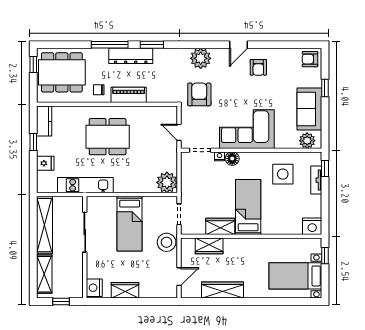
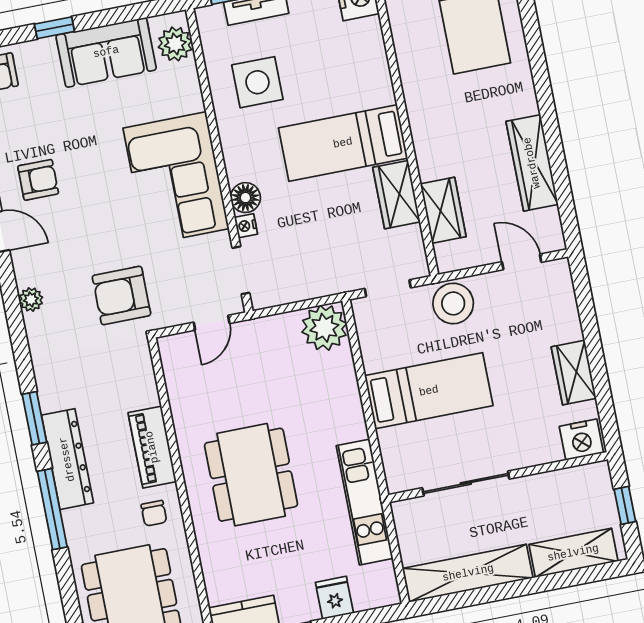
plant: (201, 58) -> (31, 300), width x0.53, depth x0.53

